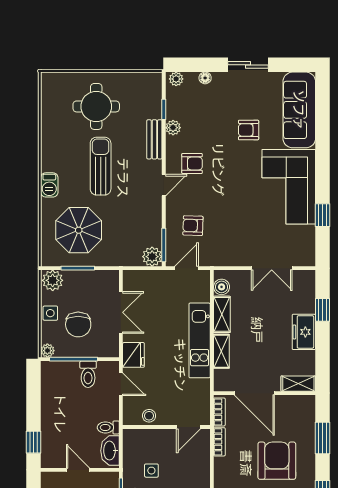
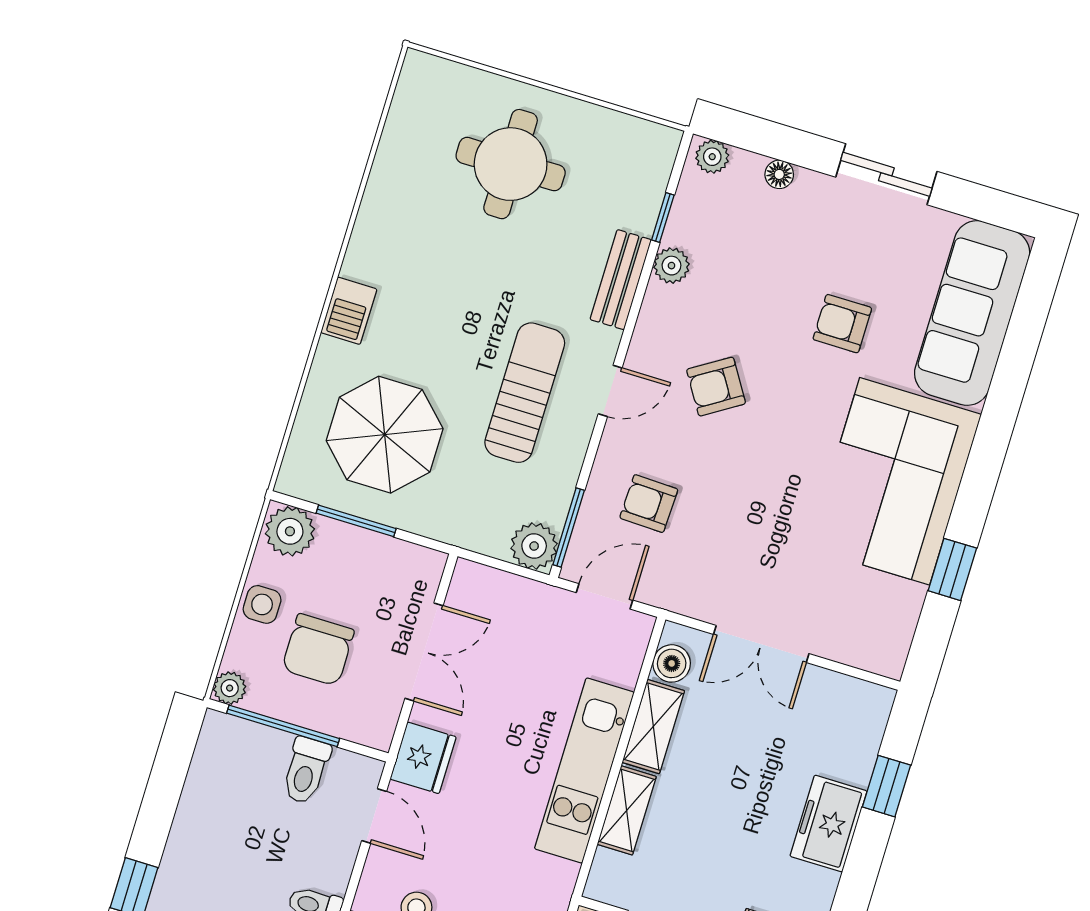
armchair: (192, 164) -> (716, 387), moved, turned 148
sun lounger: (101, 166) -> (525, 393), moved
double door: (272, 268) -> (761, 644), moved

